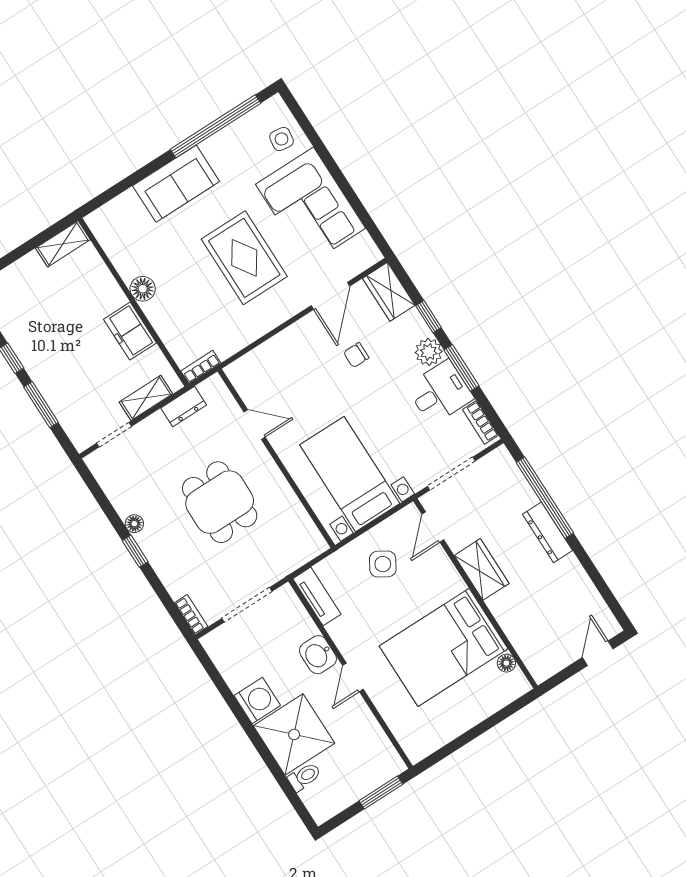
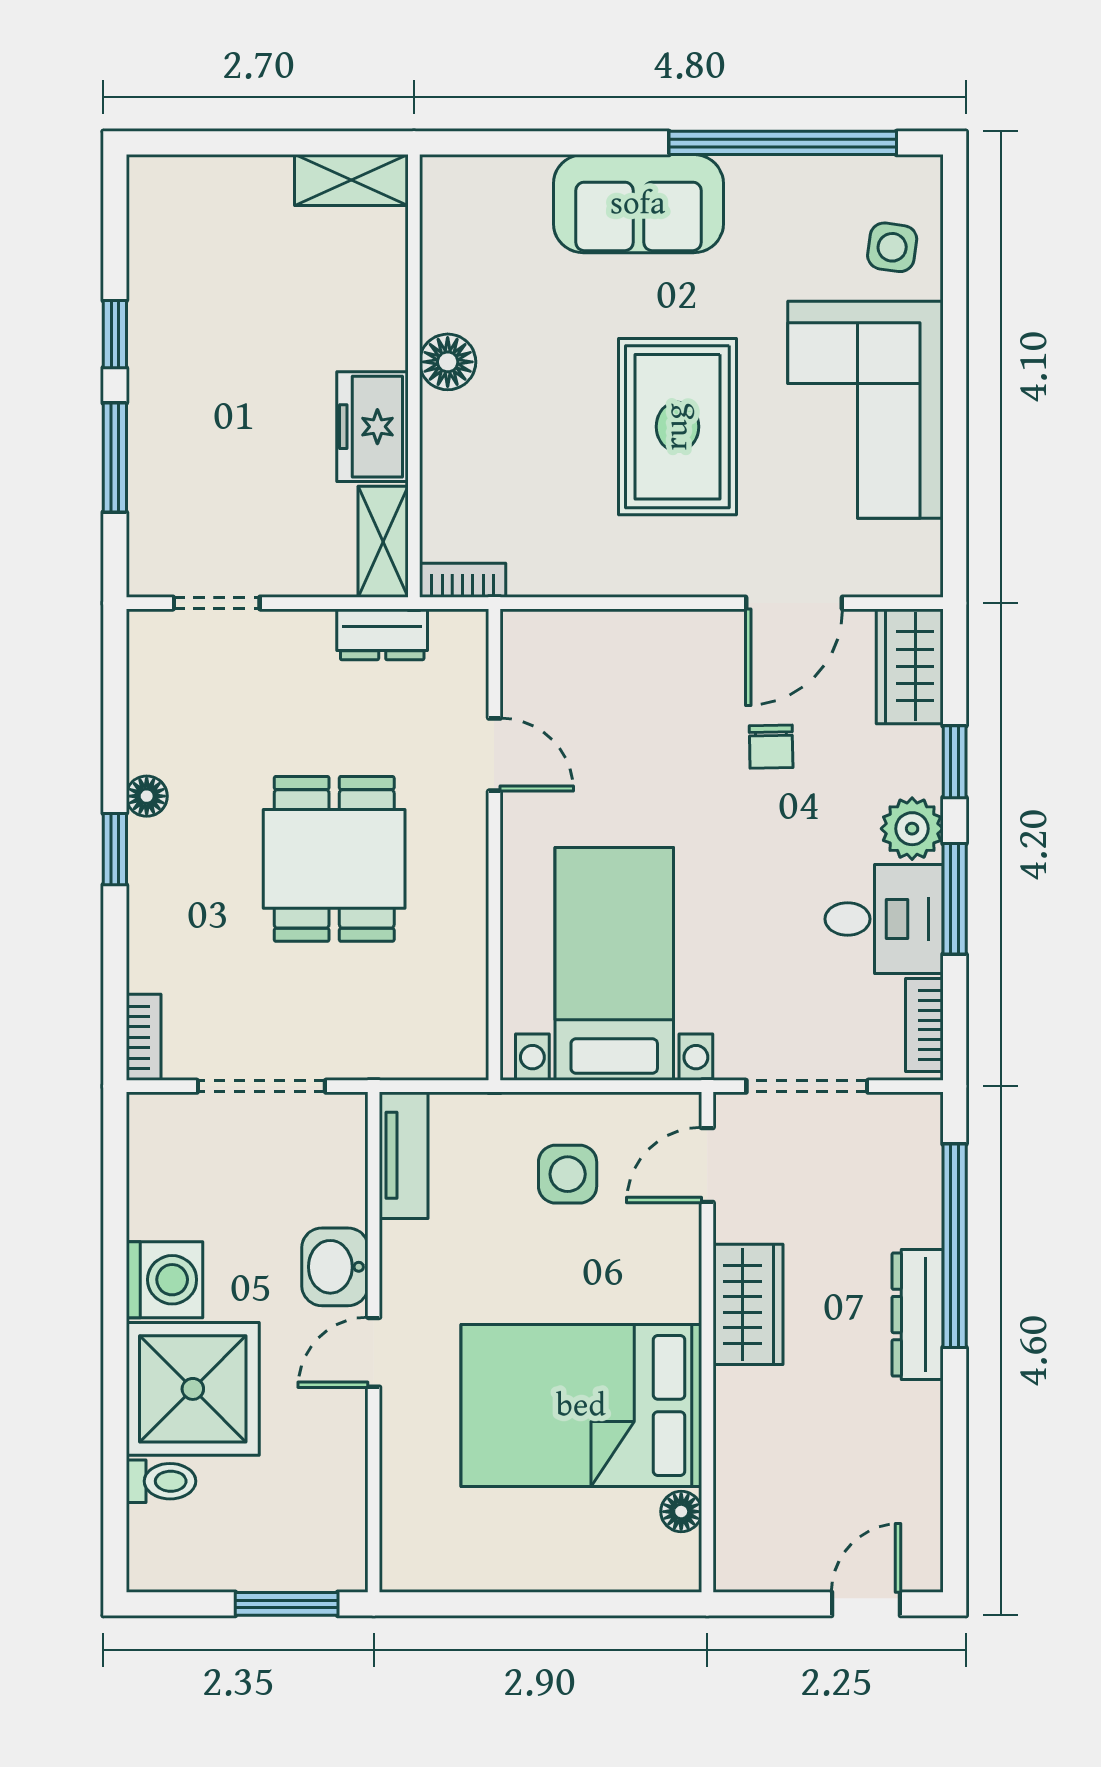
chair: (356, 355) -> (771, 747), turned -91
shelving: (146, 398) -> (383, 542), moved, turned 90
side table: (383, 564) -> (568, 1174), turned -31

